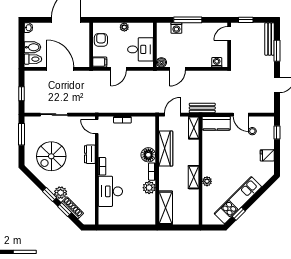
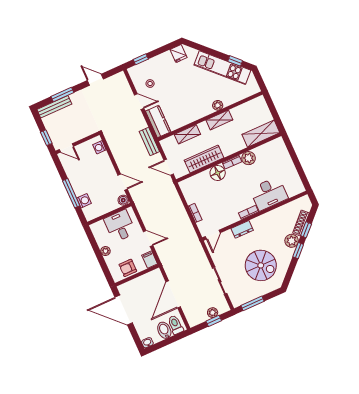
plant: (29, 96) -> (213, 313), added
door: (241, 115) -> (139, 102), hinge flipped
shelving: (194, 128) -> (187, 134), moved
fridge: (267, 155) -> (179, 54), moved

